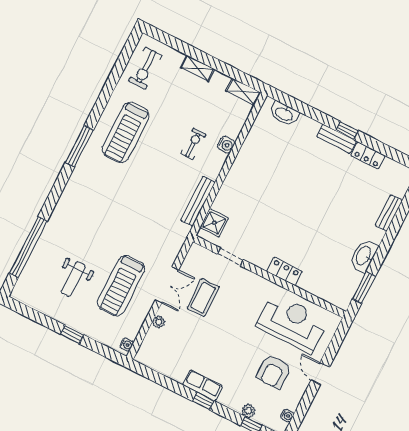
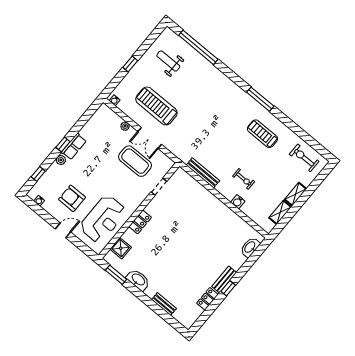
shelving: (243, 92) -> (280, 212), moved
treadmill: (126, 132) -> (262, 134), width x0.73, depth x0.73
shower: (214, 223) -> (121, 248), moved
weight bench: (73, 279) -> (168, 61), moved
coffee table: (203, 297) -> (135, 161), width x1.36, depth x1.32
plant: (248, 411) -> (61, 160), moved

